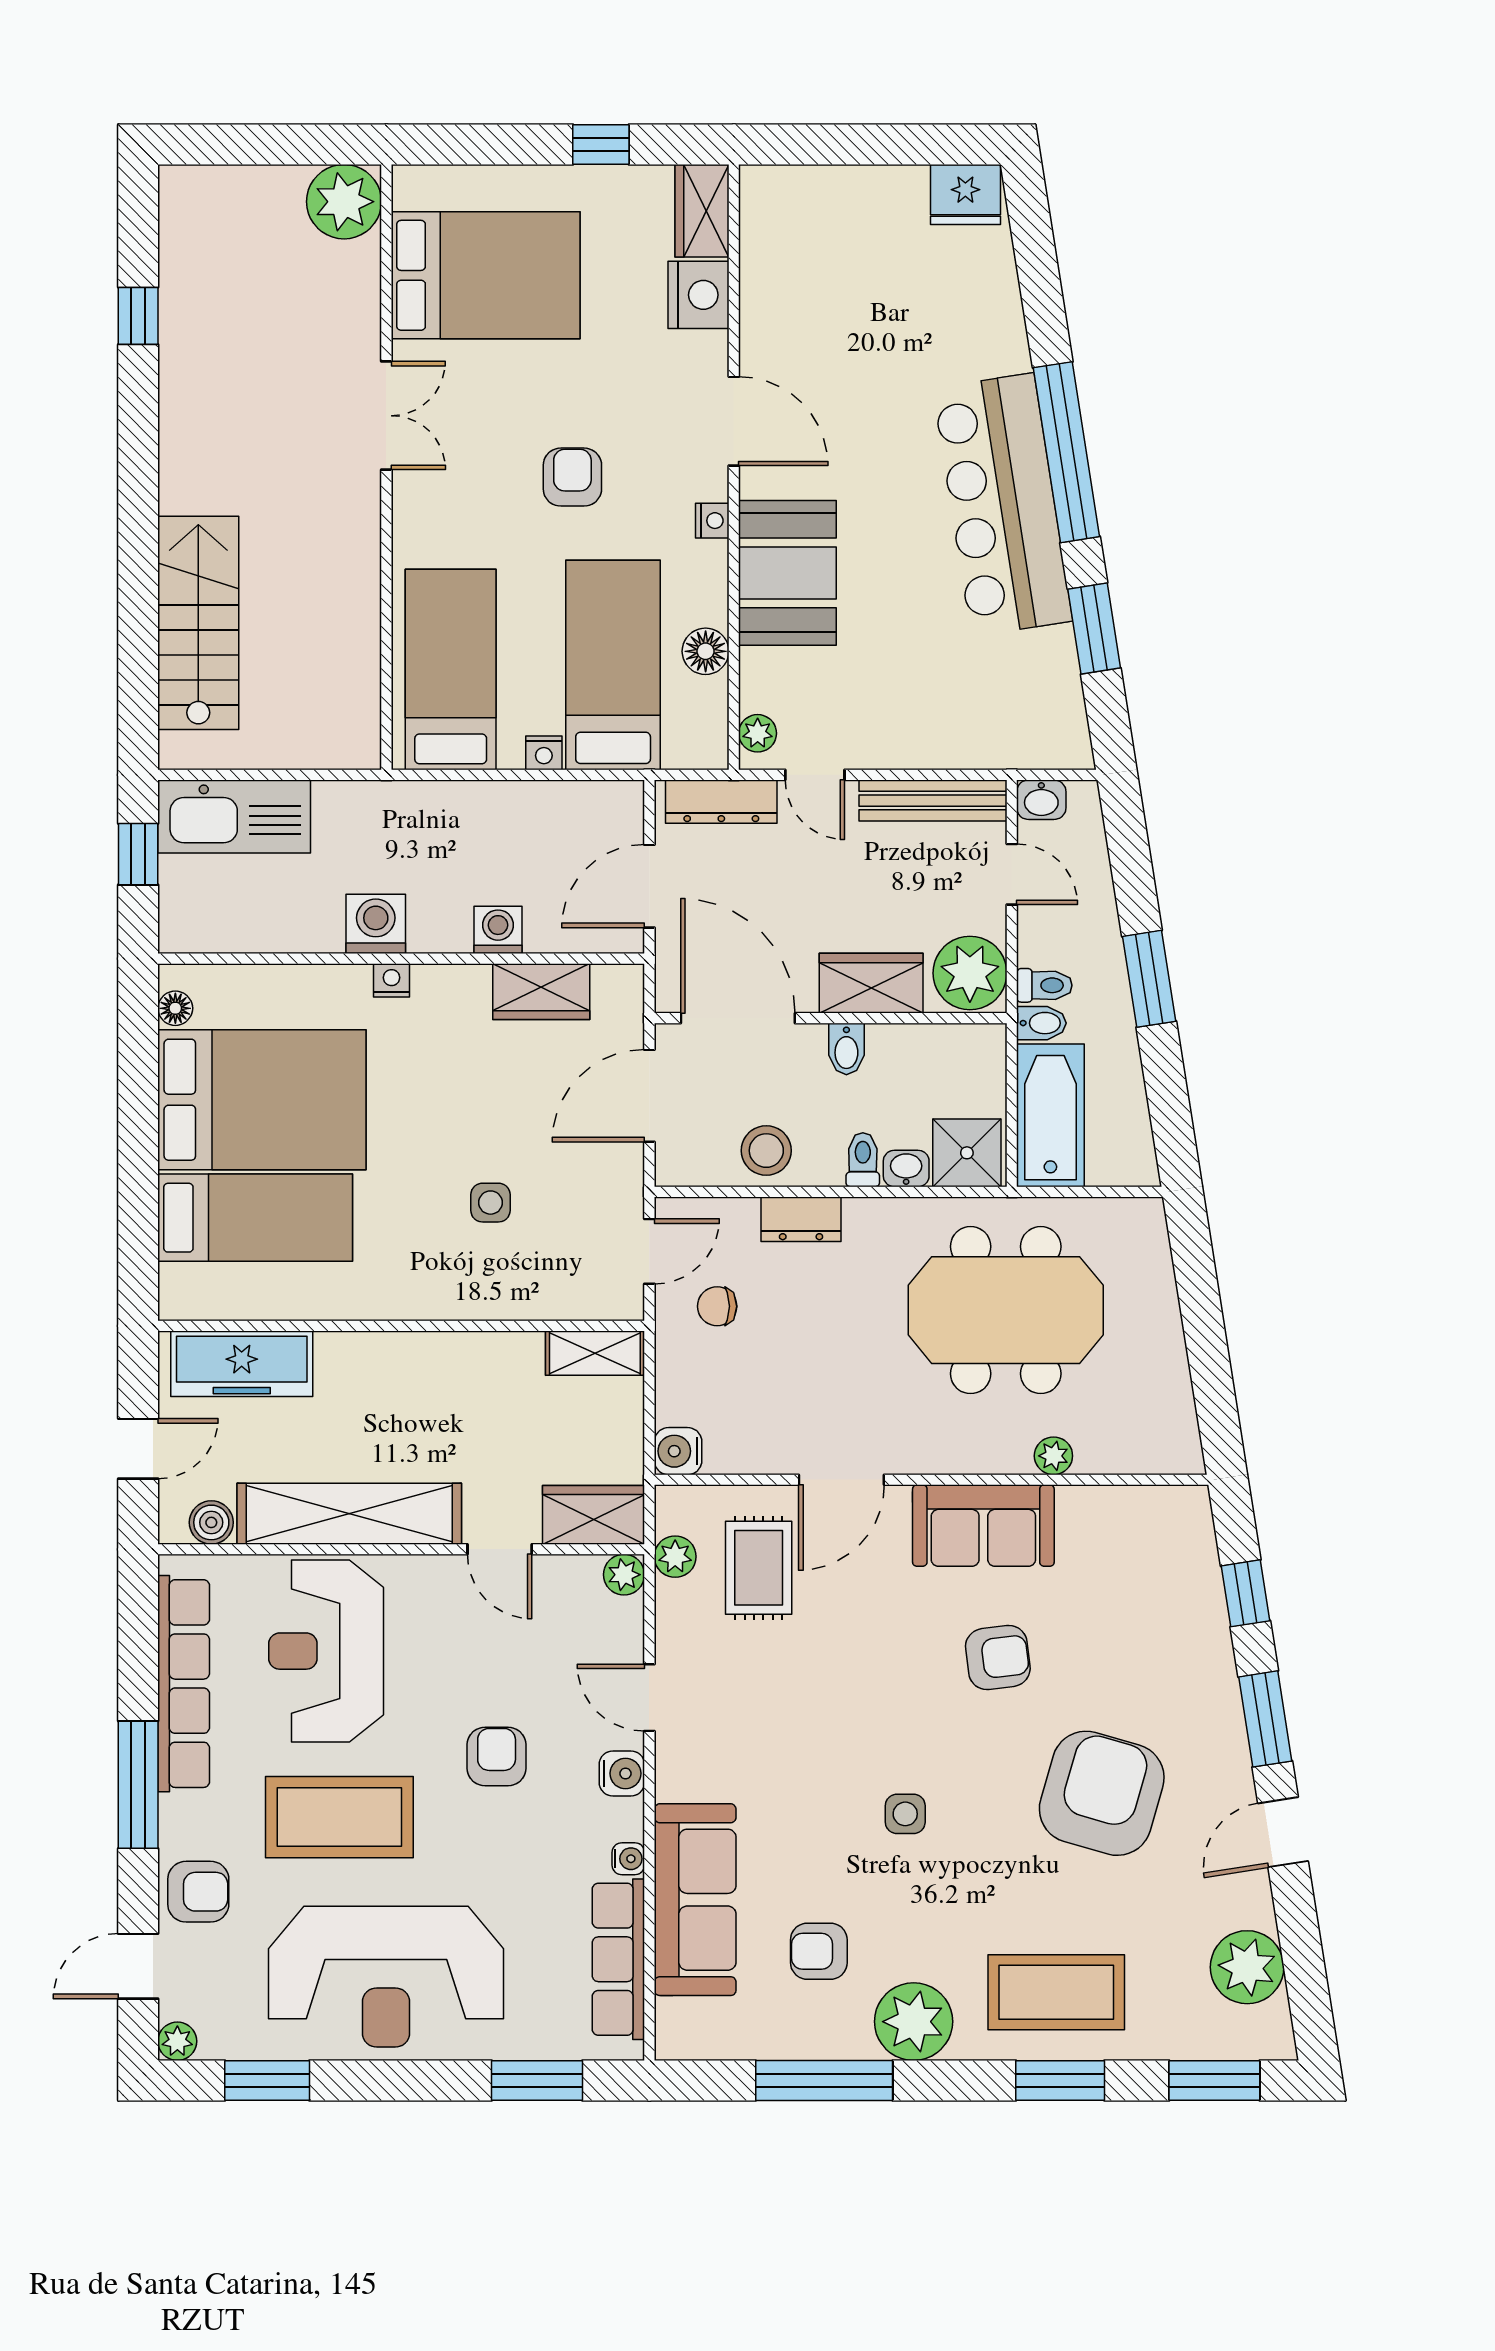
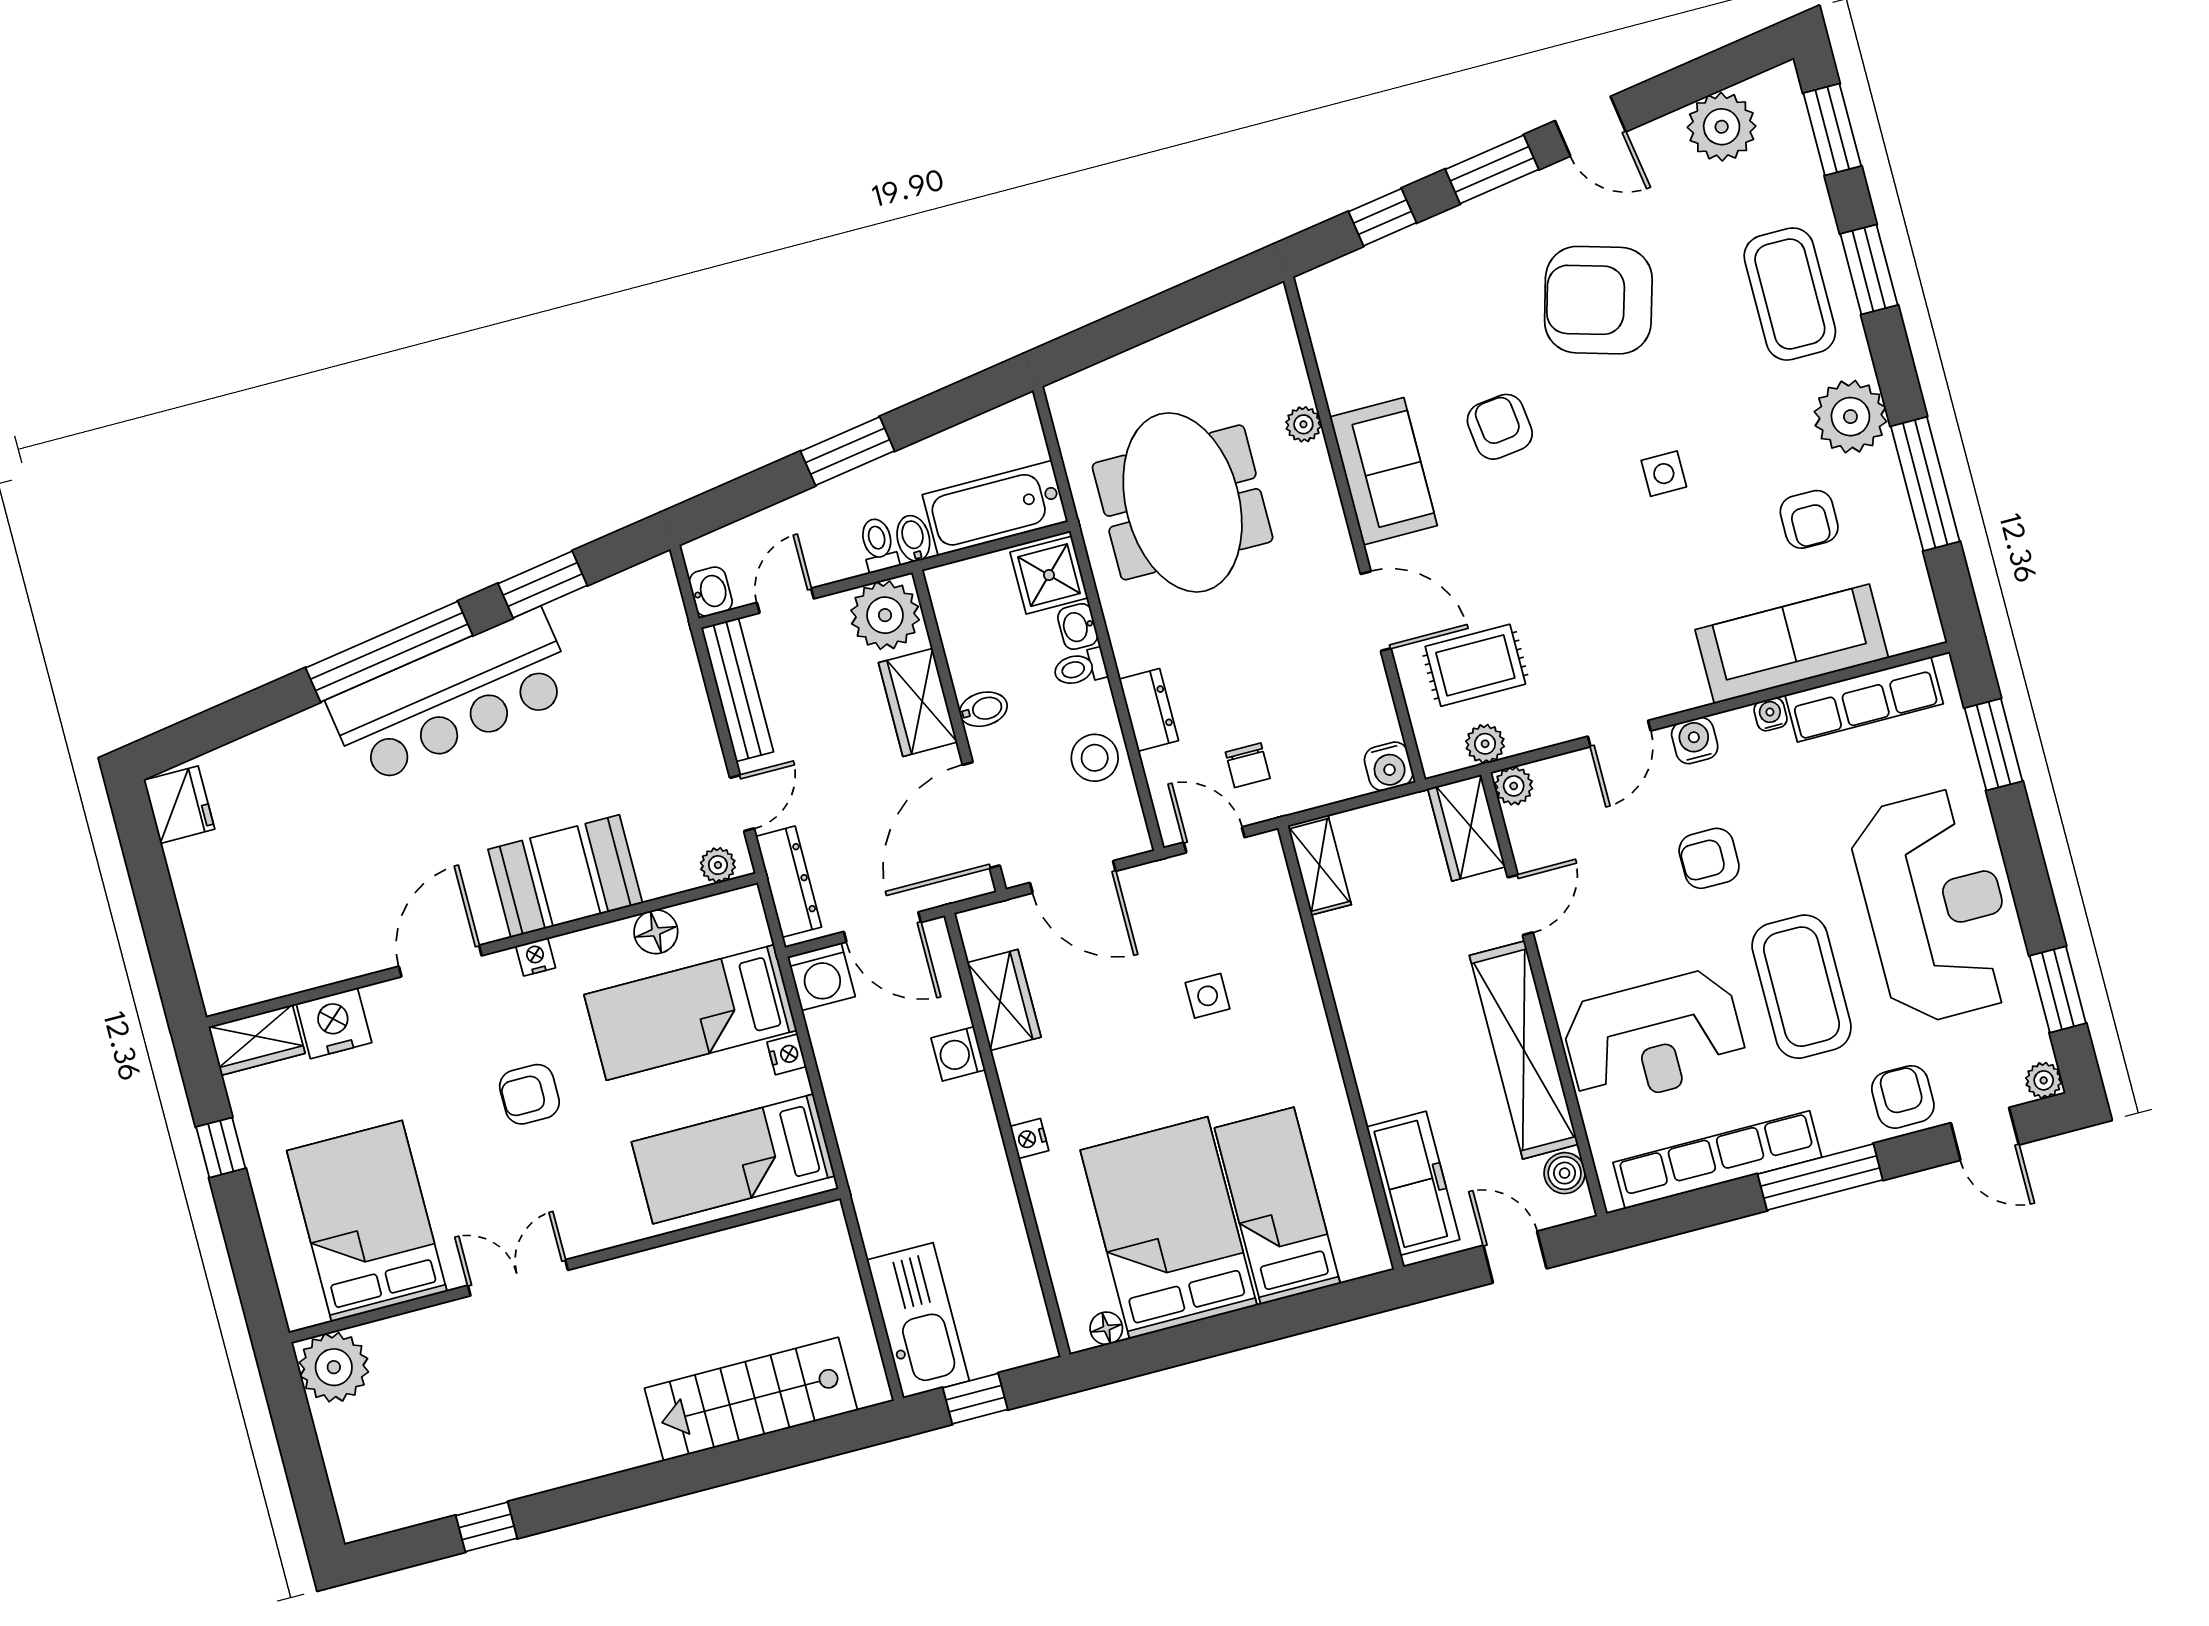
washing machine: (376, 924) -> (821, 977), moved, turned -90

